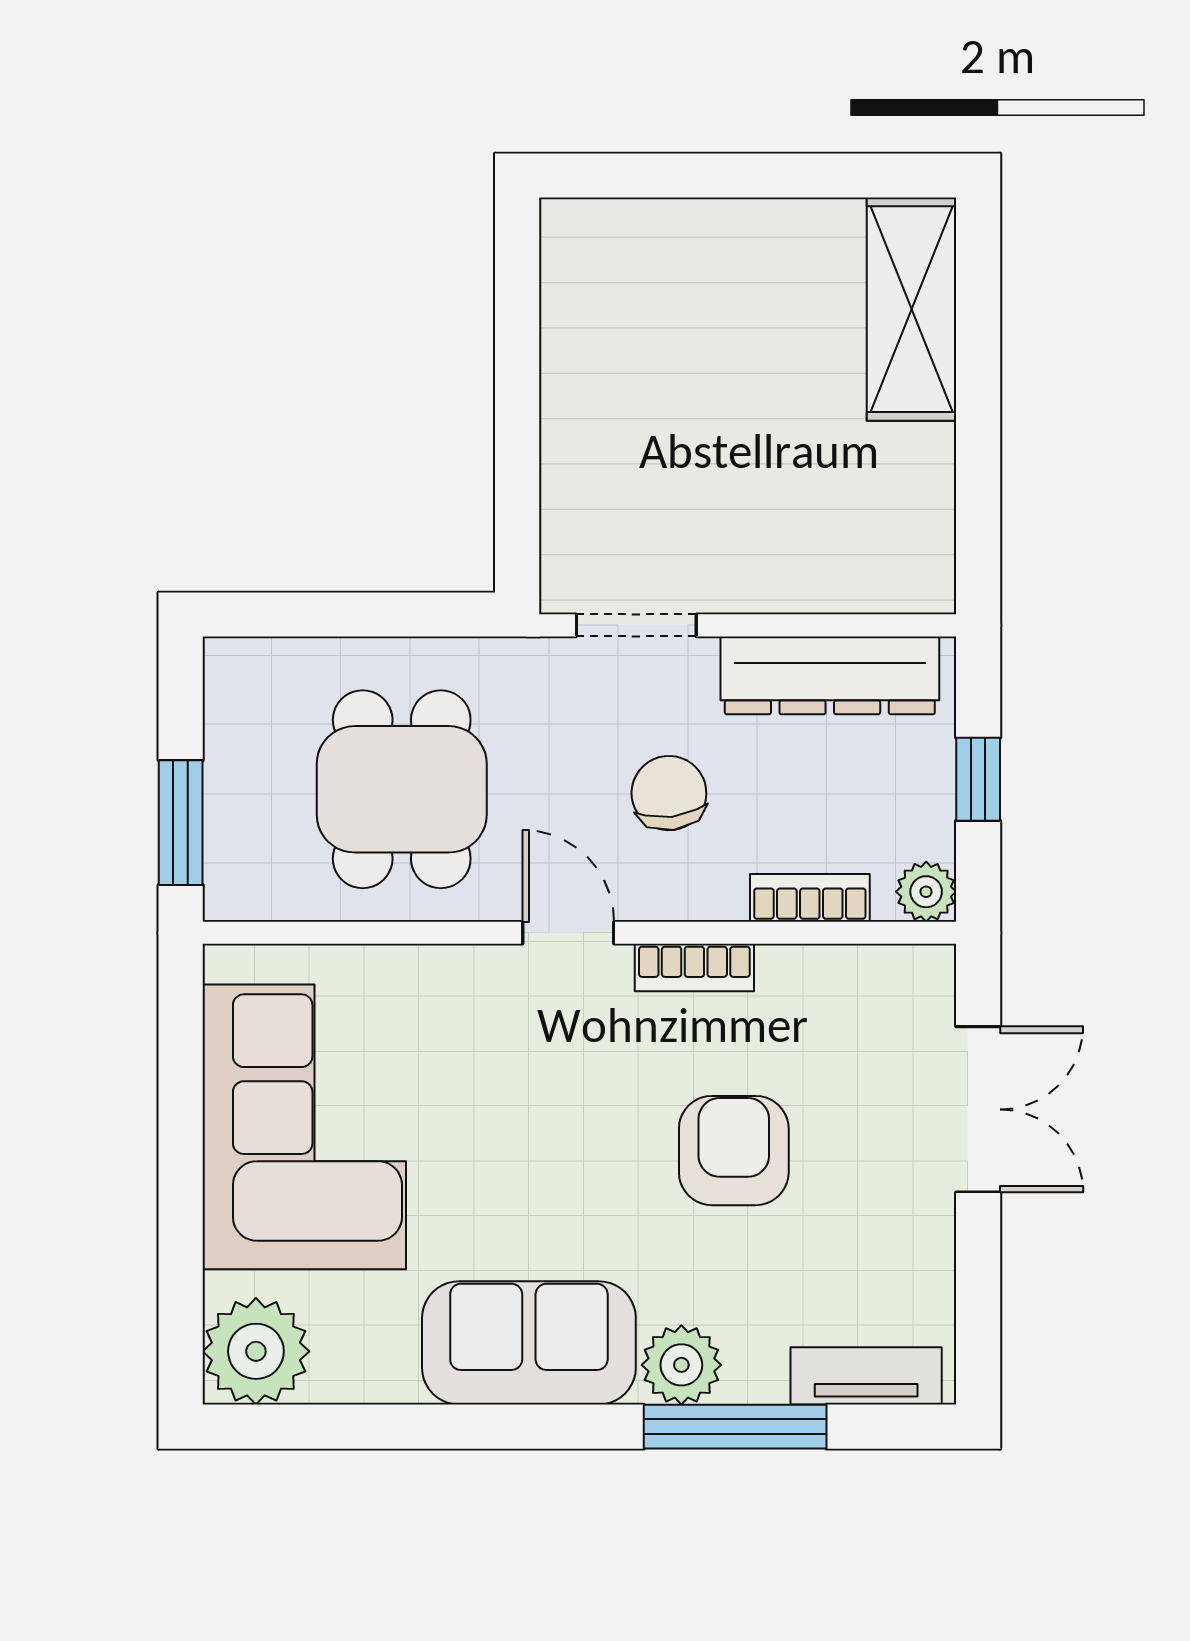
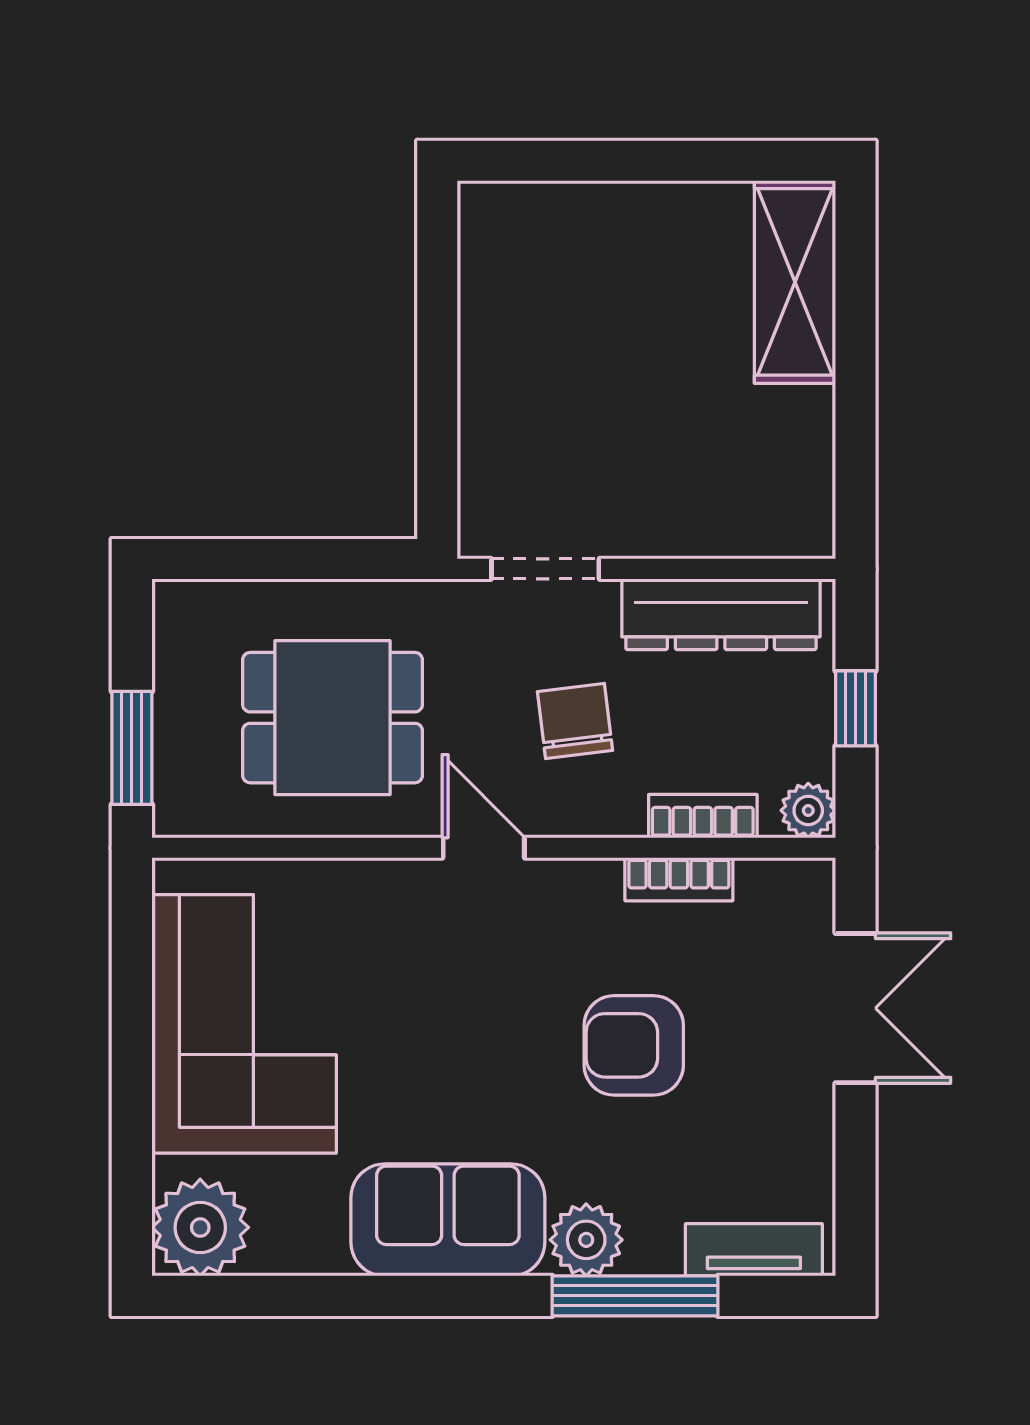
dining table: (402, 789) -> (333, 718), turned 90
bookcase: (694, 967) -> (679, 879), moved
armchair: (734, 1151) -> (634, 1045), turned -90

